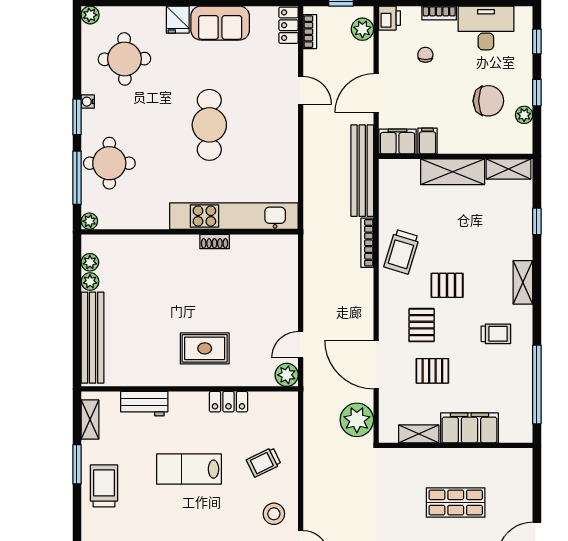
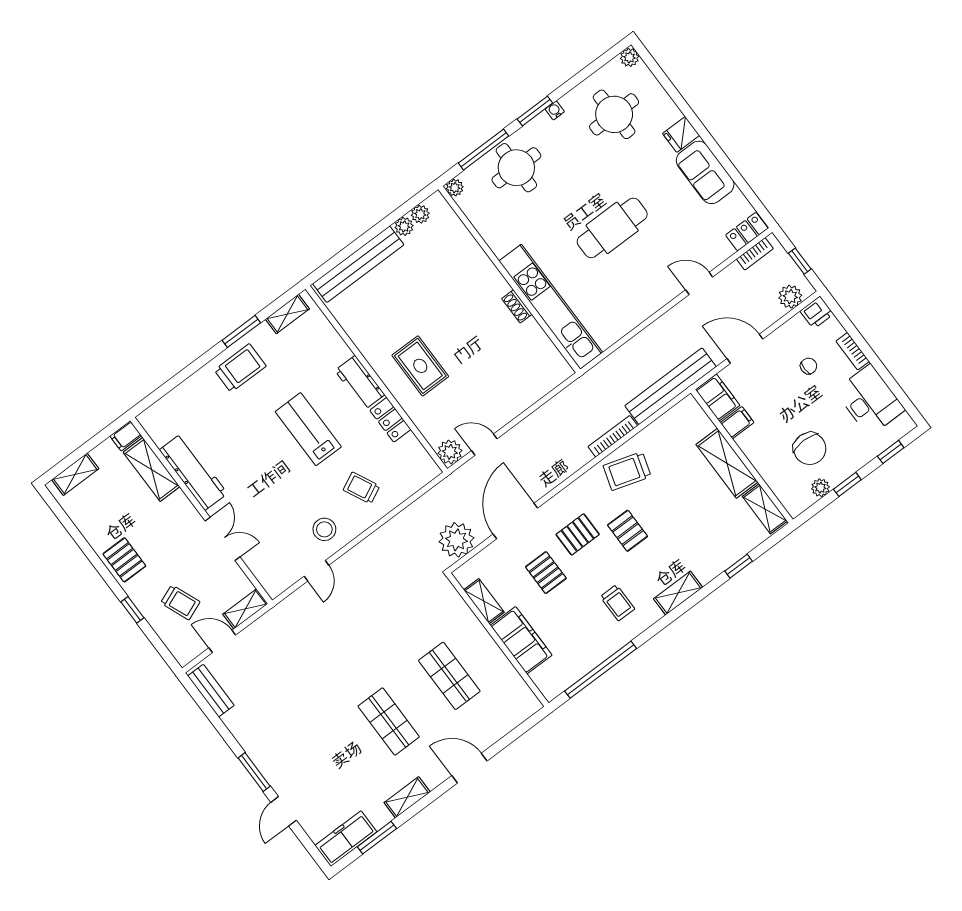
door: (301, 91) -> (699, 283), swing flipped
workbench: (144, 404) -> (360, 383), moved

